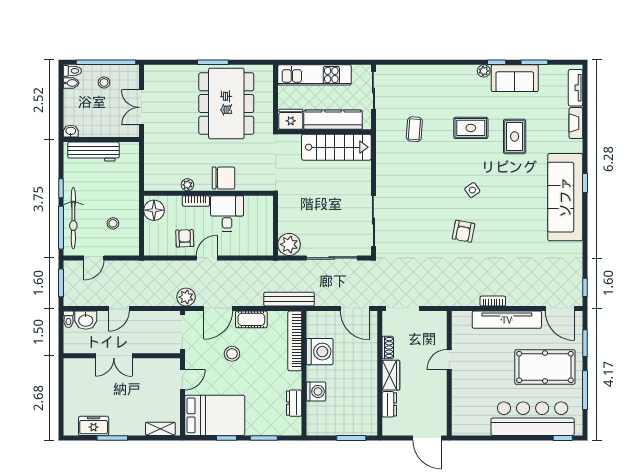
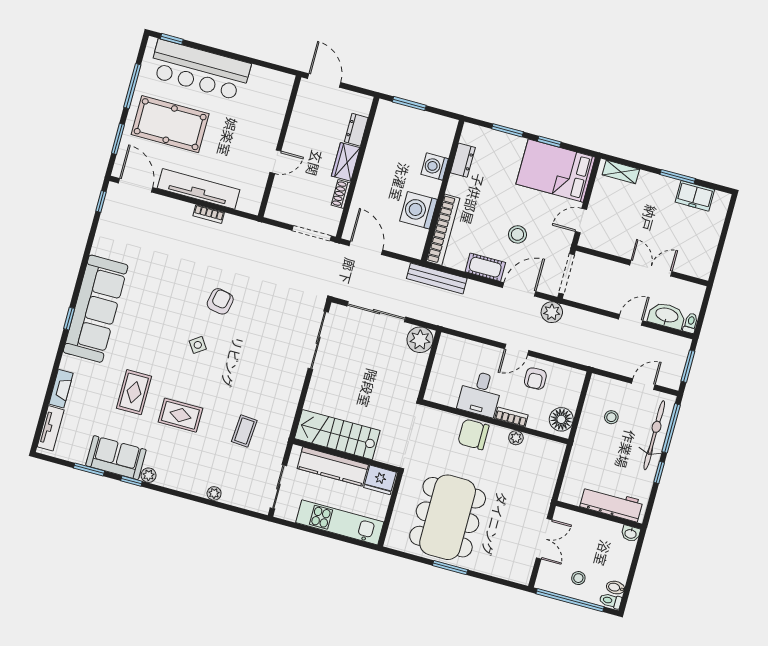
plant: (425, 71) -> (214, 493), added
washbasin: (86, 320) -> (667, 316), width x1.38

